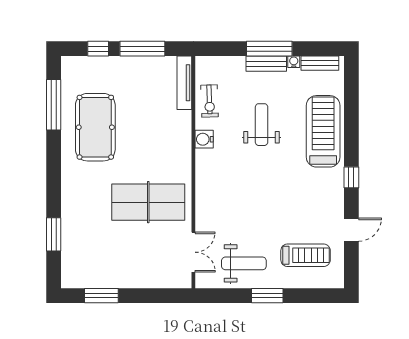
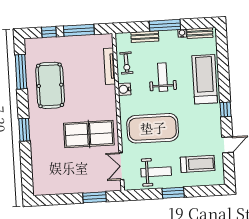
bench: (266, 64) -> (145, 37), moved
tv unit: (184, 83) -> (109, 66), moved
exercise mat: (242, 199) -> (153, 128), added
window: (54, 234) -> (24, 130), moved
double door: (193, 252) -> (121, 166), swing flipped
window: (101, 296) -> (95, 197), moved

